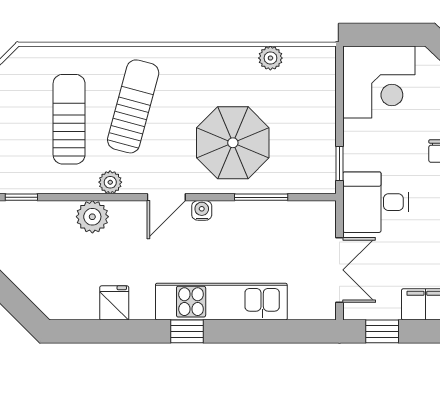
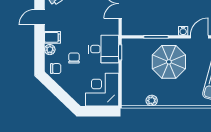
desk: (376, 202) -> (104, 49), moved

